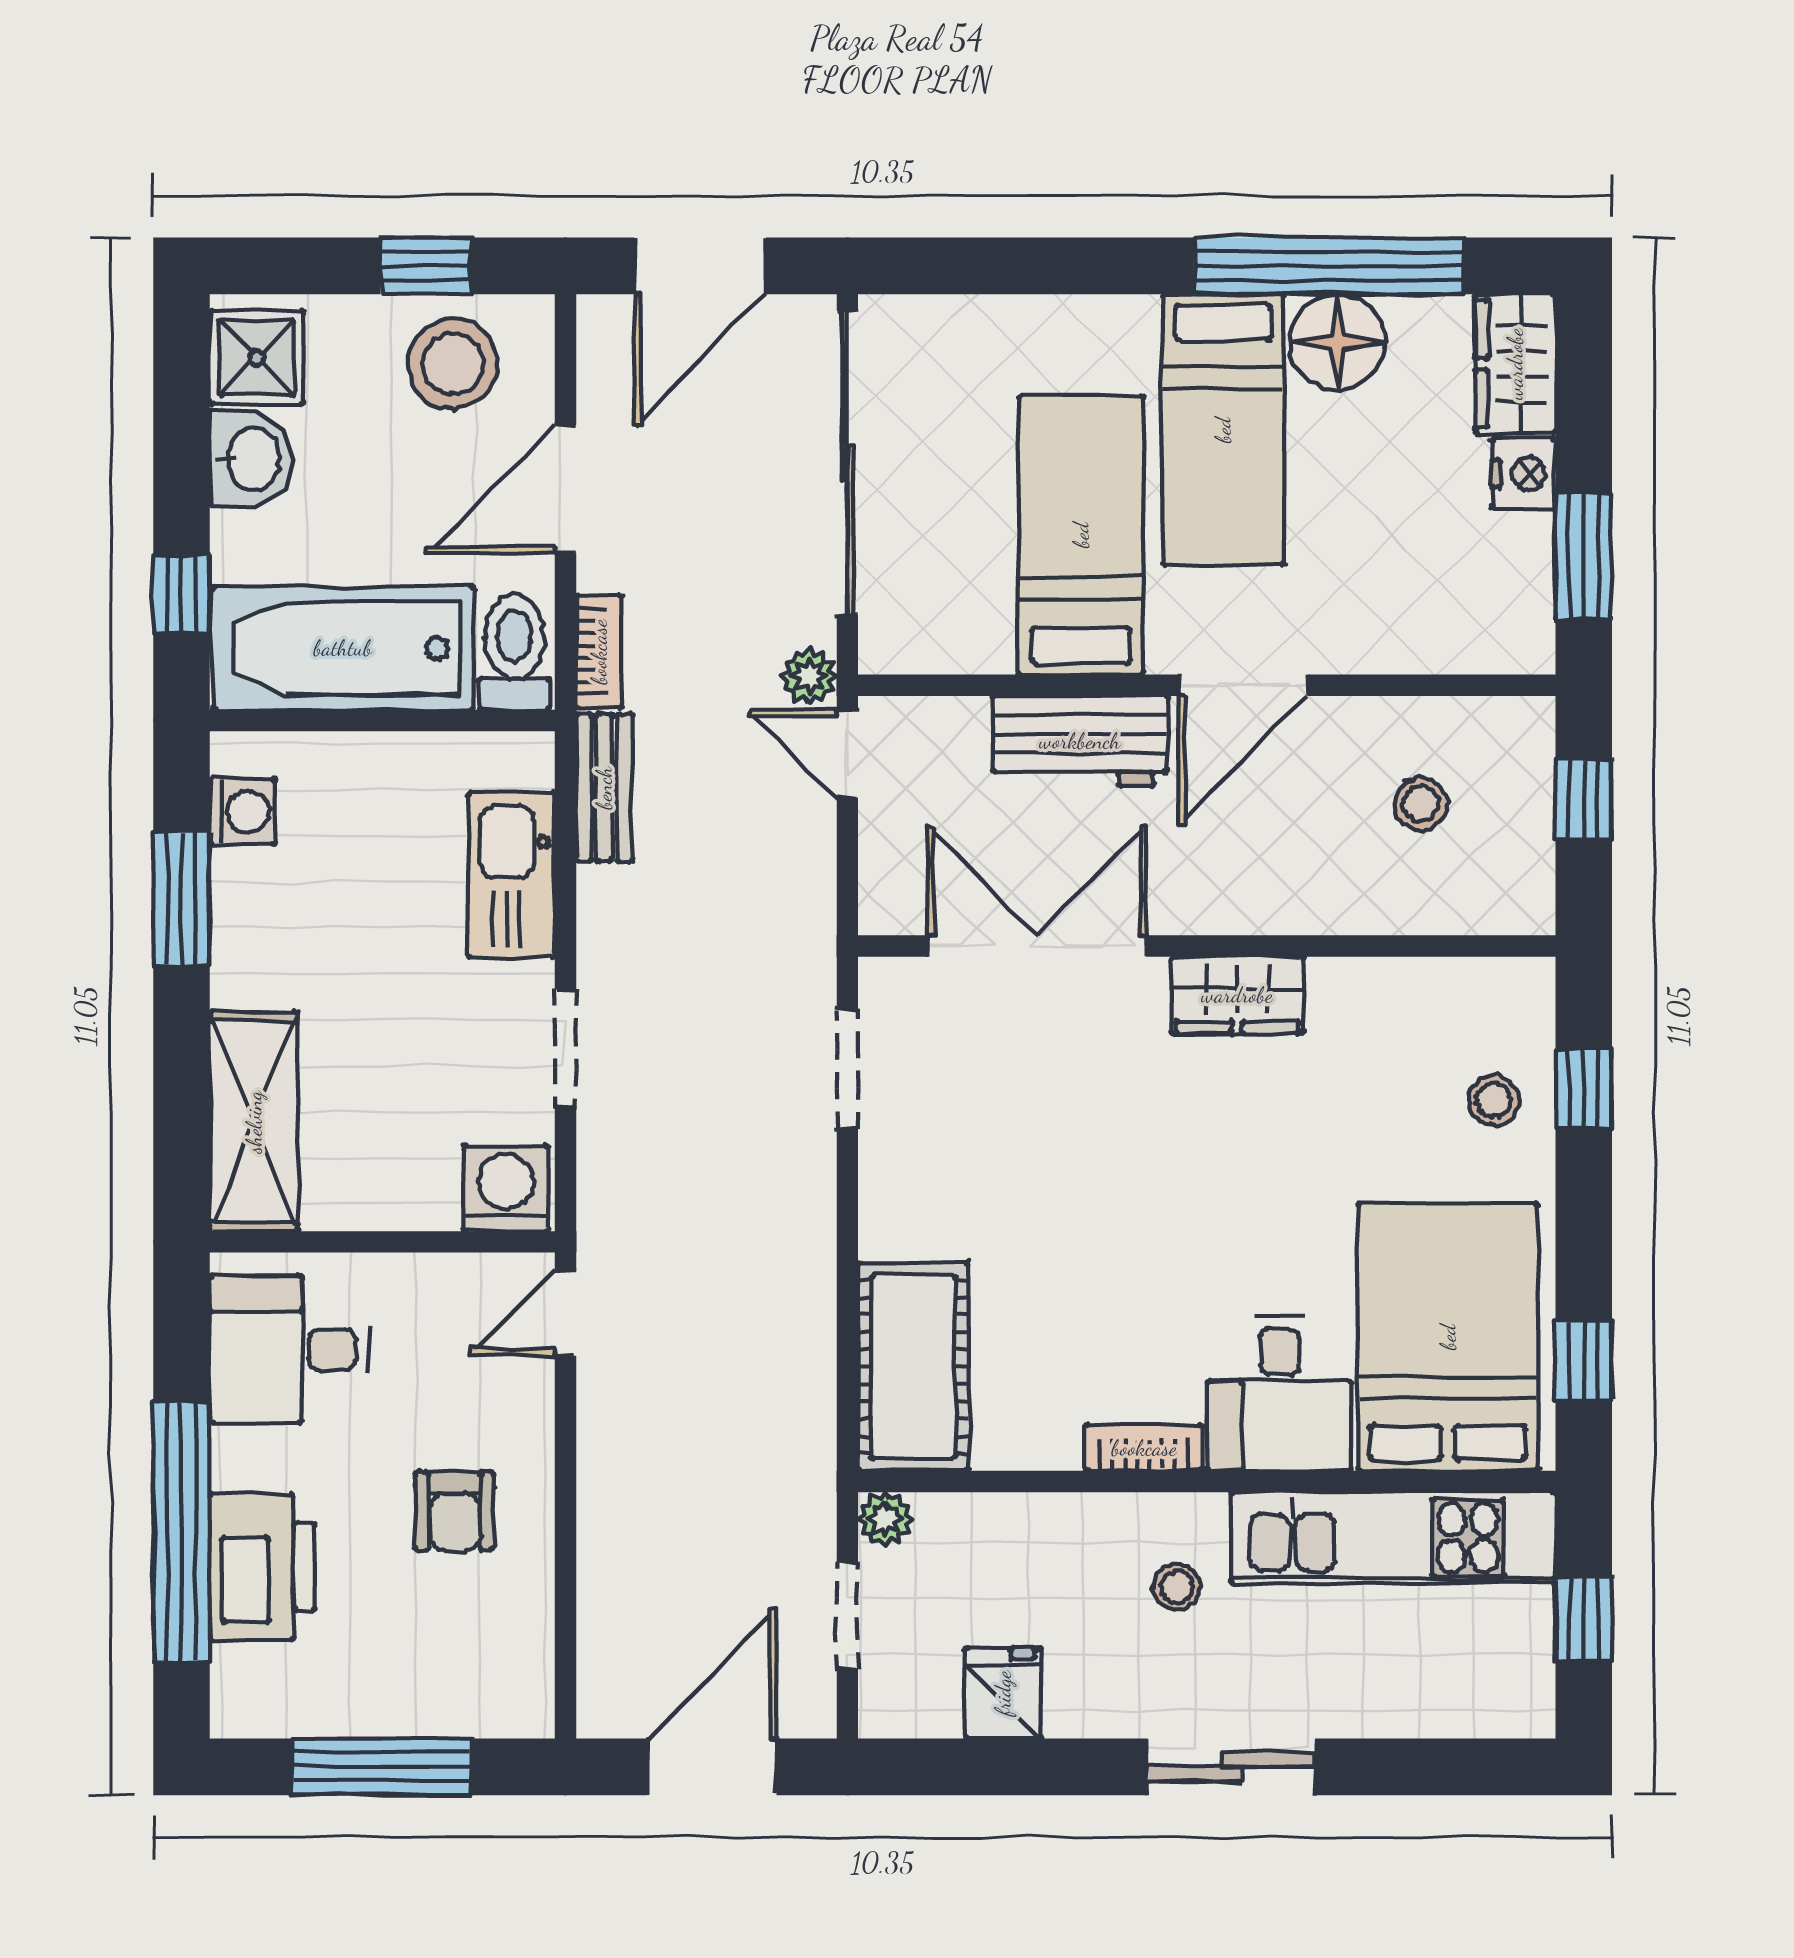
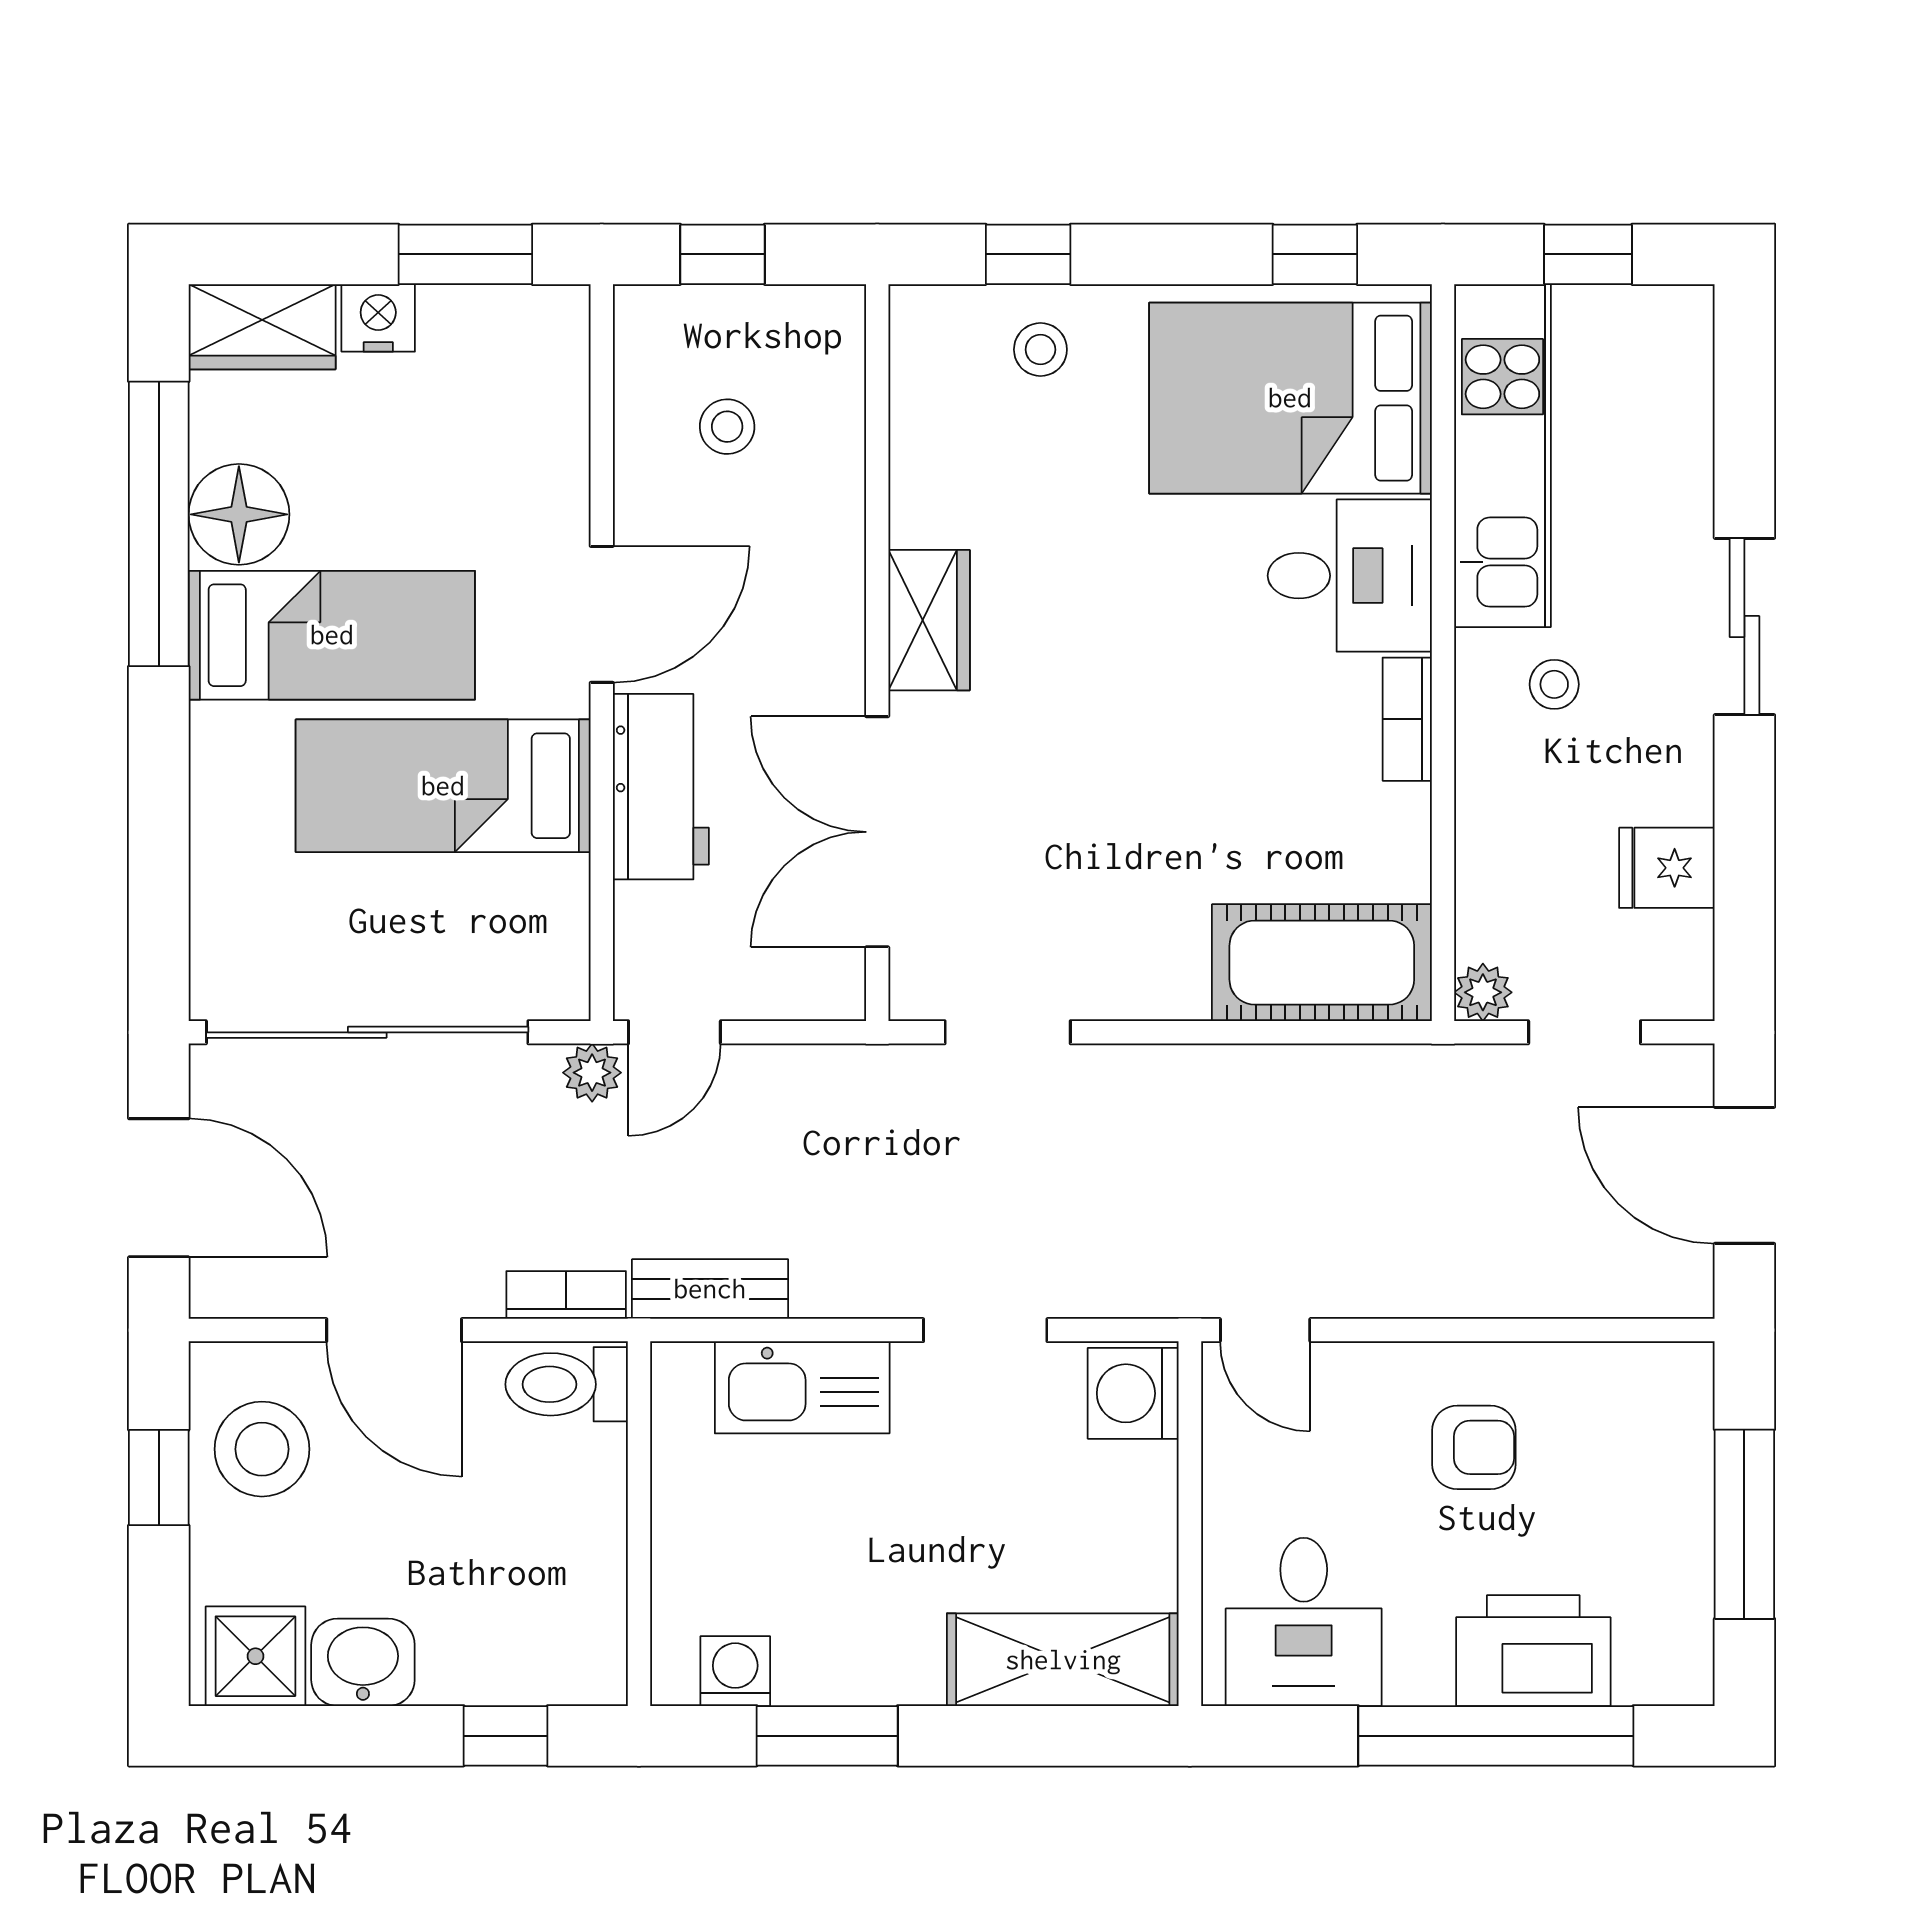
bathtub: (343, 648) -> (563, 1565), removed
door: (1243, 685) -> (602, 614), hinge flipped

